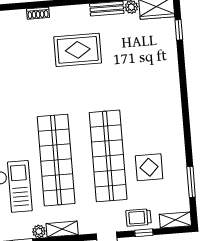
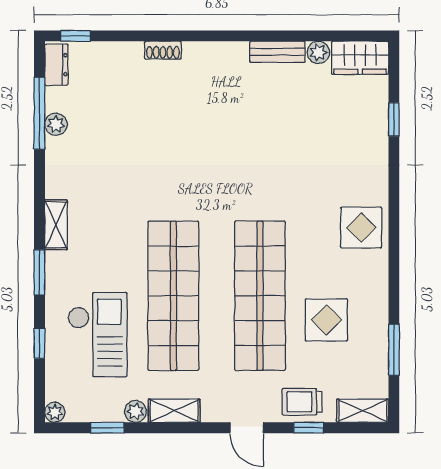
window: (179, 30) -> (394, 119), moved
rug: (78, 50) -> (224, 116), removed
display table: (166, 110) -> (361, 228), added

